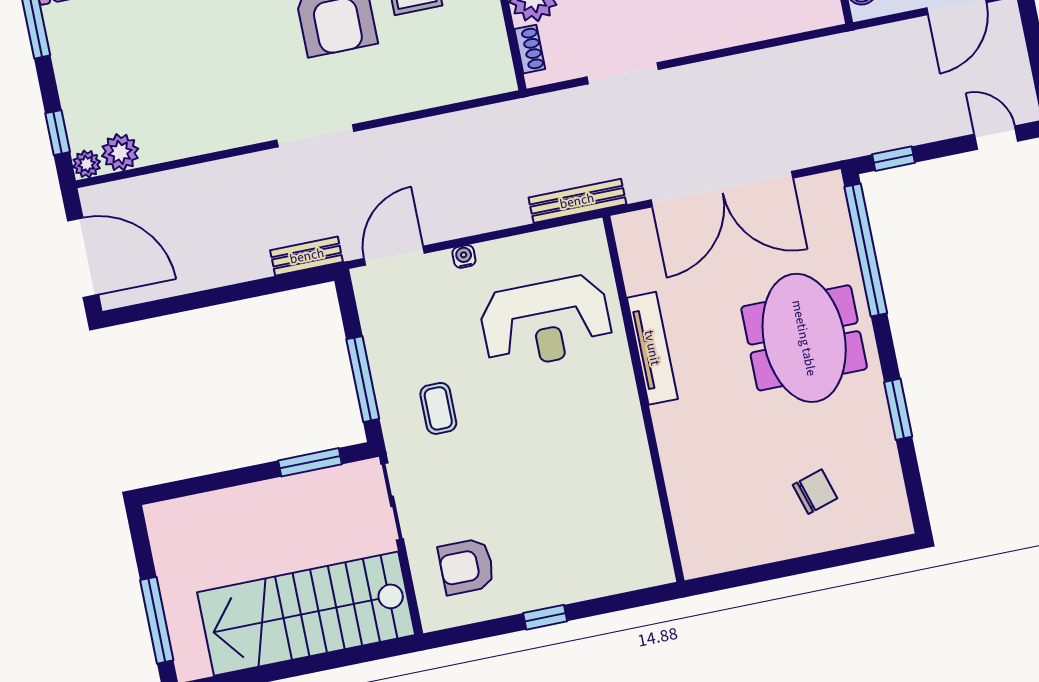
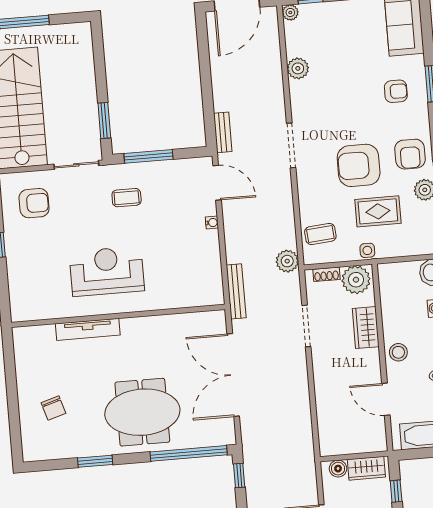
coffee table: (462, 68) -> (320, 234), added
plant: (515, 119) -> (287, 261), added
plant: (120, 152) -> (298, 68), moved
reception desk: (546, 322) -> (107, 271), moved, turned 90
tv unit: (652, 348) -> (88, 329), moved
armchair: (466, 566) -> (34, 203), turned 90

